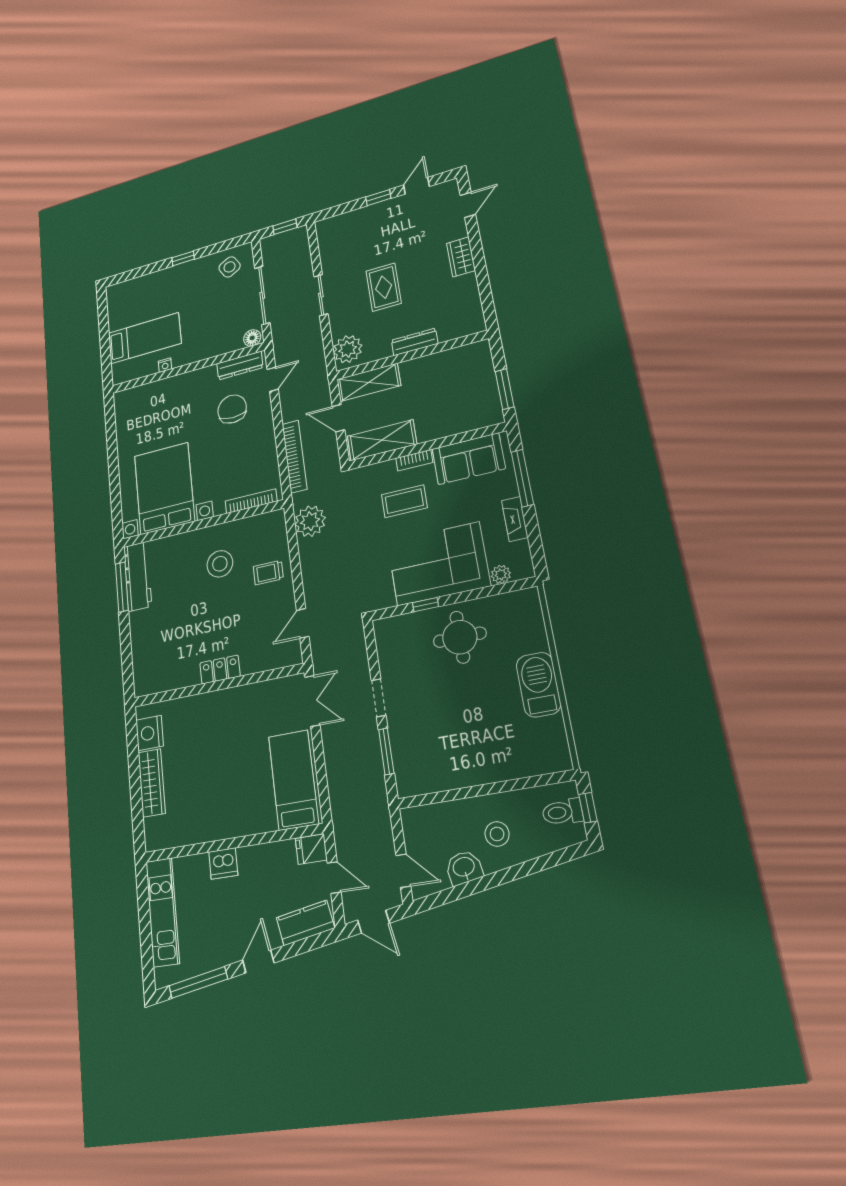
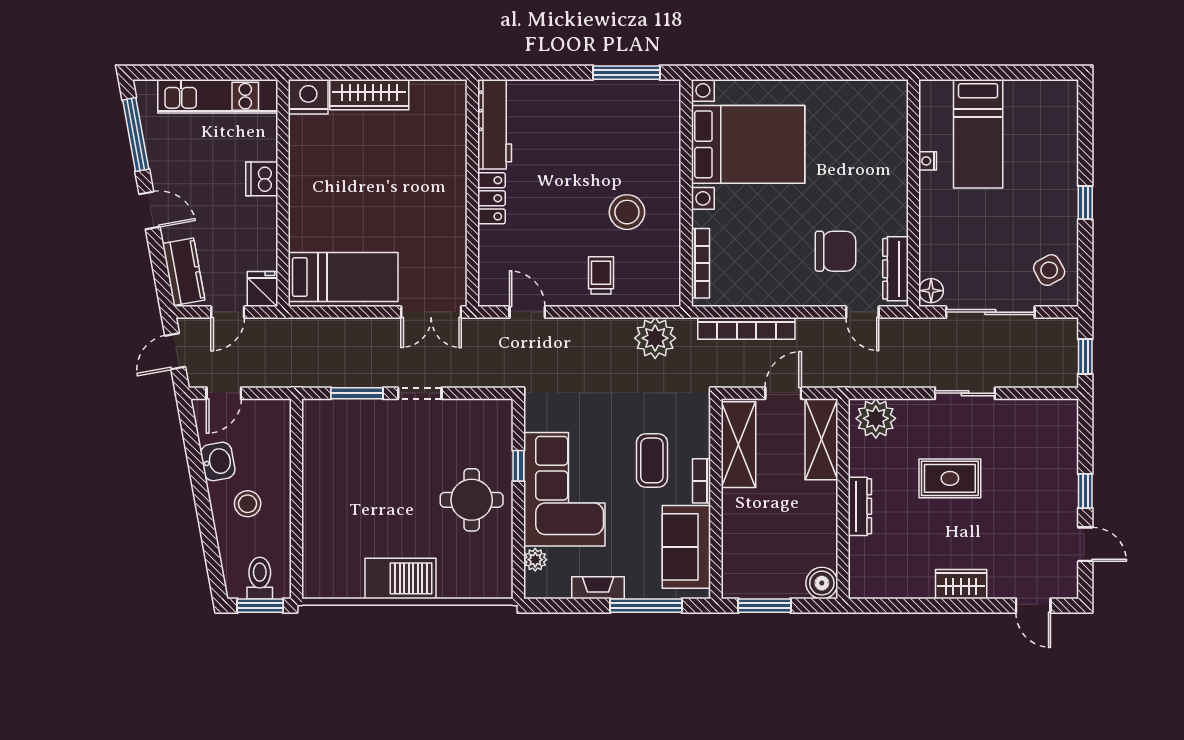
boiler: (479, 353) -> (822, 583), added
workbench: (138, 576) -> (495, 124), moved, turned -90
nightstand: (150, 733) -> (308, 97), moved
window: (588, 808) -> (260, 606), width x1.50

